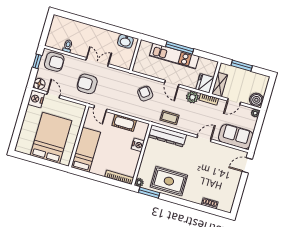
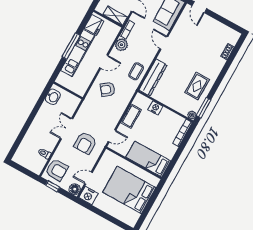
armchair: (54, 62) -> (57, 170), turned 90
fridge: (205, 83) -> (94, 25), moved, turned -90
rug: (169, 181) -> (197, 86), width x0.73, depth x0.70

